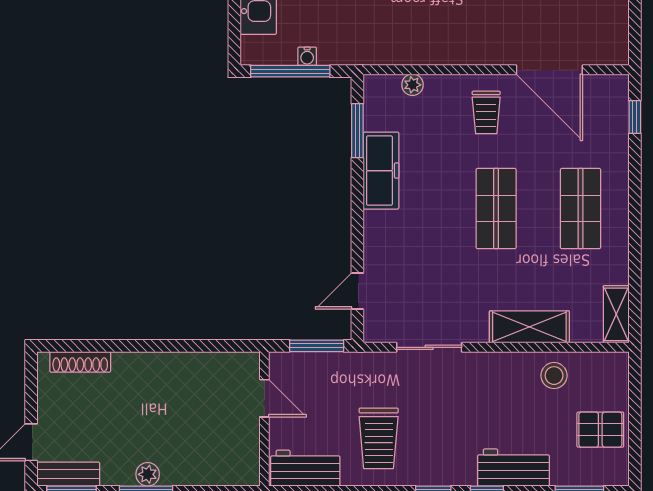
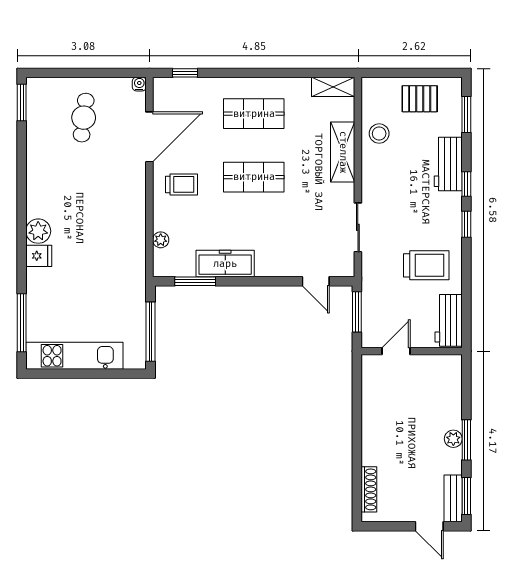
water cooler: (307, 56) -> (139, 84), moved, turned -90
pallet: (600, 430) -> (420, 99), turned 90

